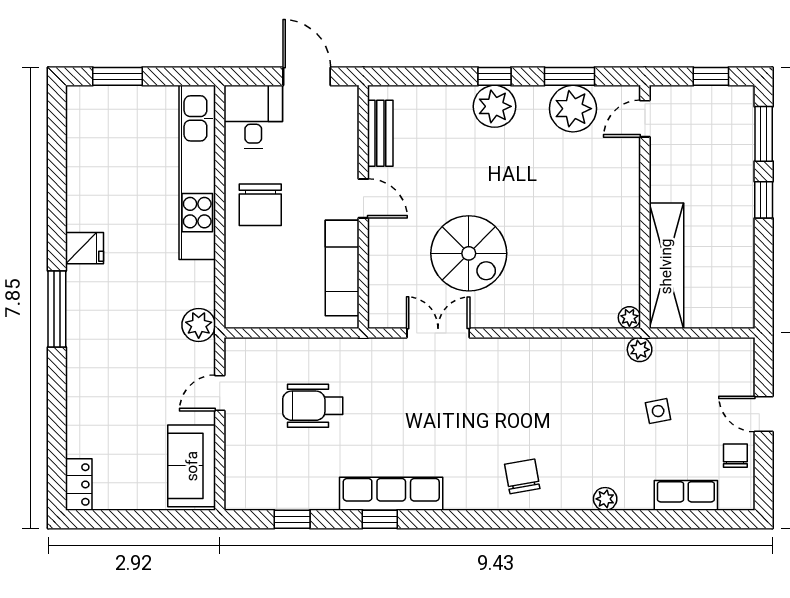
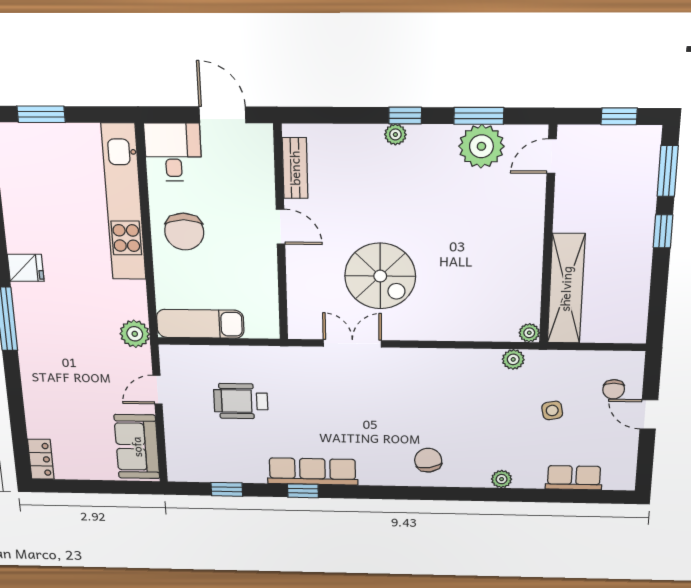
plant: (495, 106) -> (395, 134), width x0.53, depth x0.53
exam couch: (342, 268) -> (200, 324), moved, turned 90
plant: (640, 350) -> (513, 359), moved
chair: (735, 456) -> (614, 389), moved, turned 180

